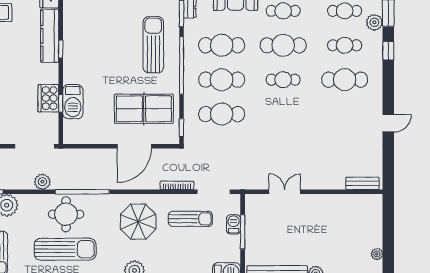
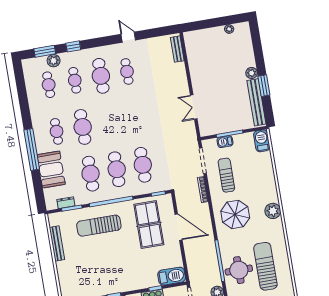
cafe table: (283, 80) -> (127, 71), moved
barbecue: (73, 102) -> (172, 276), moved

